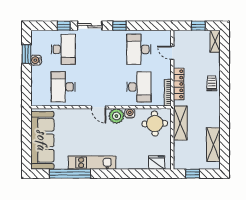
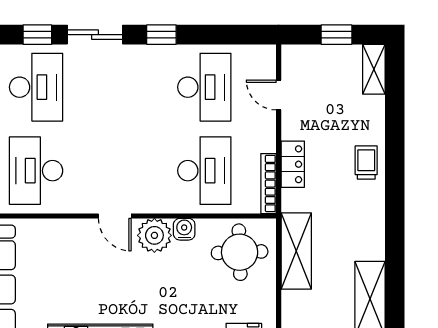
desk: (139, 49) -> (204, 87), turned 180
locker: (179, 84) -> (293, 164), width x0.66

